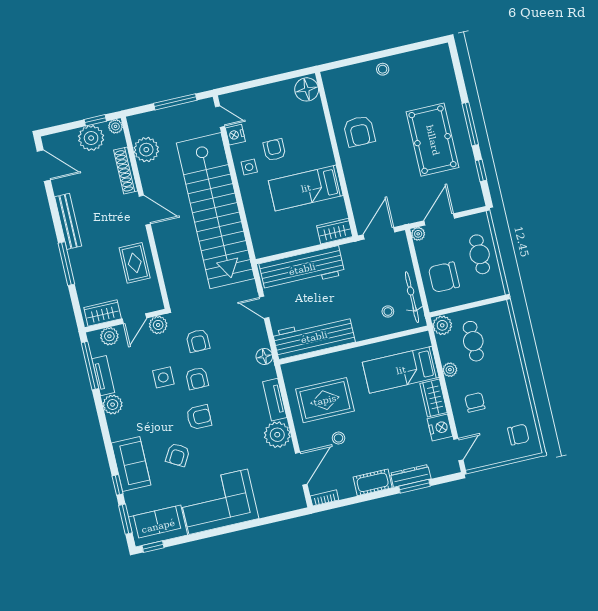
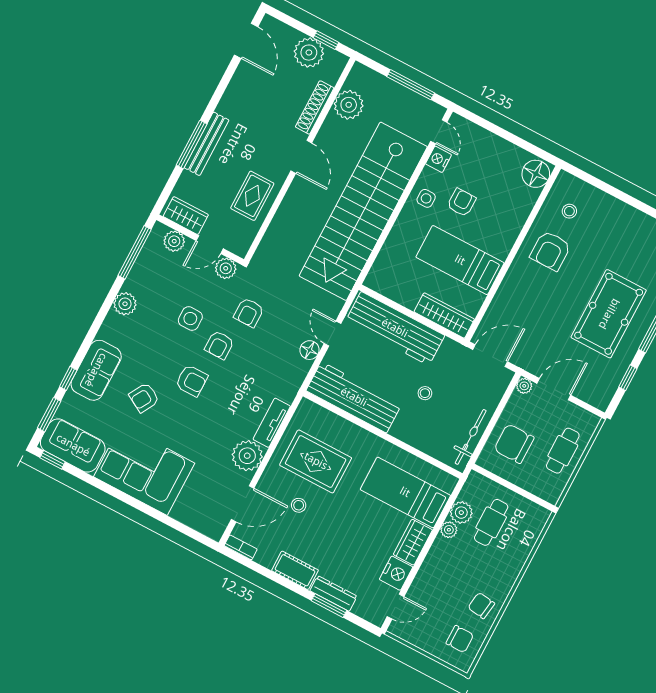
stool: (383, 69) -> (569, 211), moved
plant: (115, 126) -> (339, 61), removed
bench: (68, 221) -> (207, 144), moved
wardrobe: (335, 231) -> (444, 315), width x1.50
stool: (388, 311) -> (425, 393), moved
plant: (442, 325) -> (461, 513), moved
floor lamp: (264, 356) -> (310, 350), moved
tv unit: (103, 376) -> (139, 271), removed
chair: (475, 402) -> (481, 606), moved, turned -82

